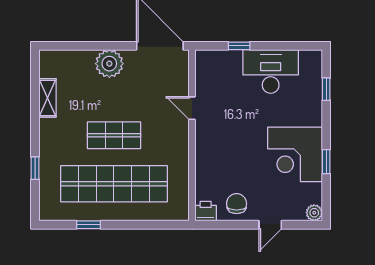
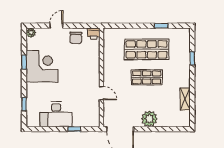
shop shelf: (114, 184) -> (147, 49), width x0.71

